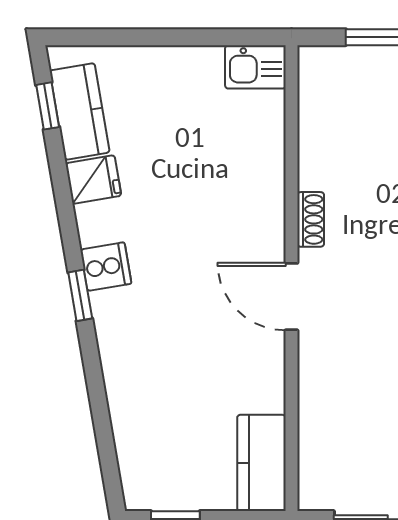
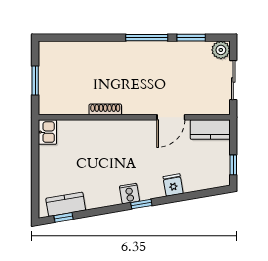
fridge: (93, 180) -> (173, 185), moved
shoe rack: (311, 219) -> (105, 109), width x1.43
door: (291, 297) -> (171, 117), moved

